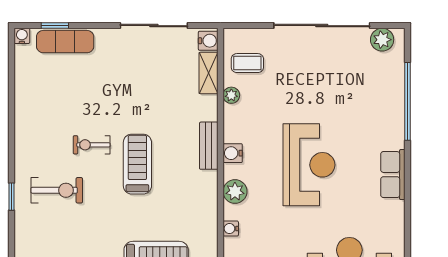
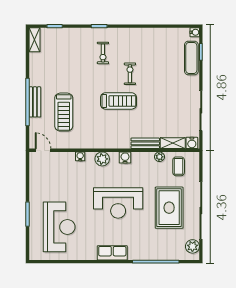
rug: (317, 79) -> (169, 208), added
bench: (209, 146) -> (145, 143), moved
exercise bike: (57, 190) -> (103, 53), width x0.73, depth x0.72

